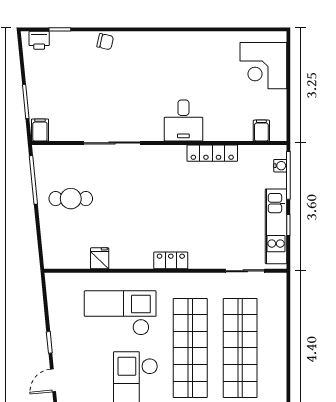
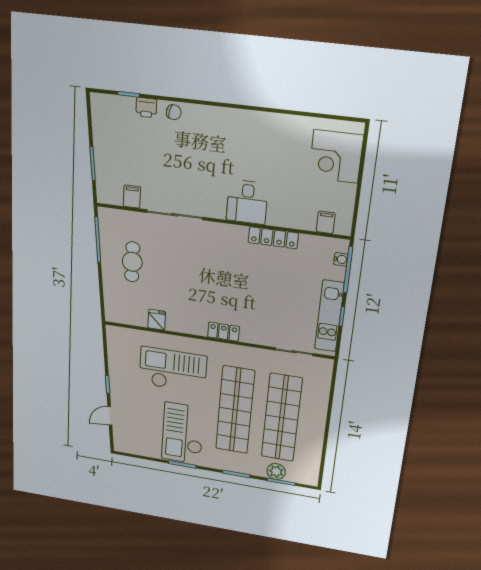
printer: (39, 40) -> (146, 108), moved
filing cabinet: (40, 130) -> (132, 197), moved
cafe table: (71, 199) -> (132, 262), turned 90

